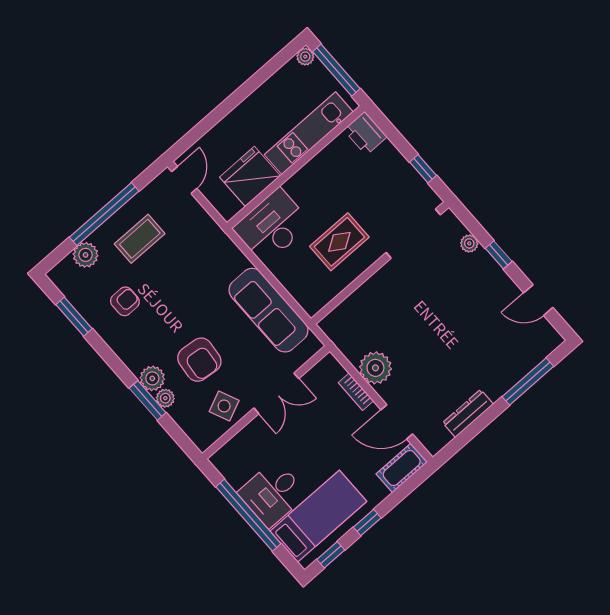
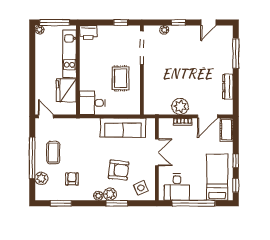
desk: (272, 226) -> (92, 103), width x0.73
plant: (165, 398) -> (98, 196), moved
side table: (224, 406) -> (141, 188), moved
desk: (272, 494) -> (177, 187), moved

